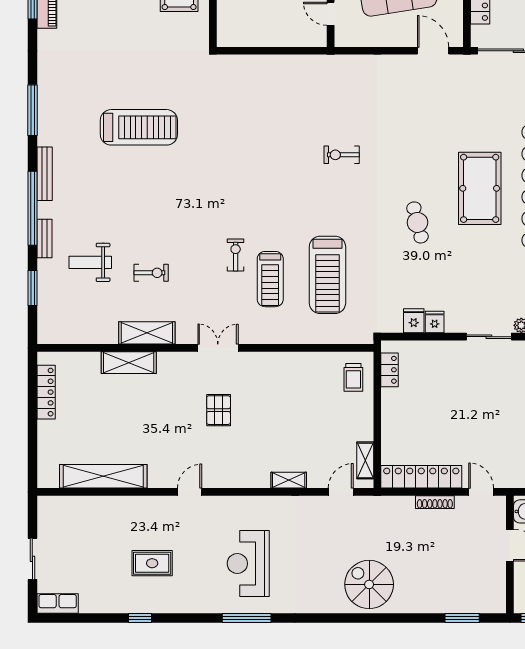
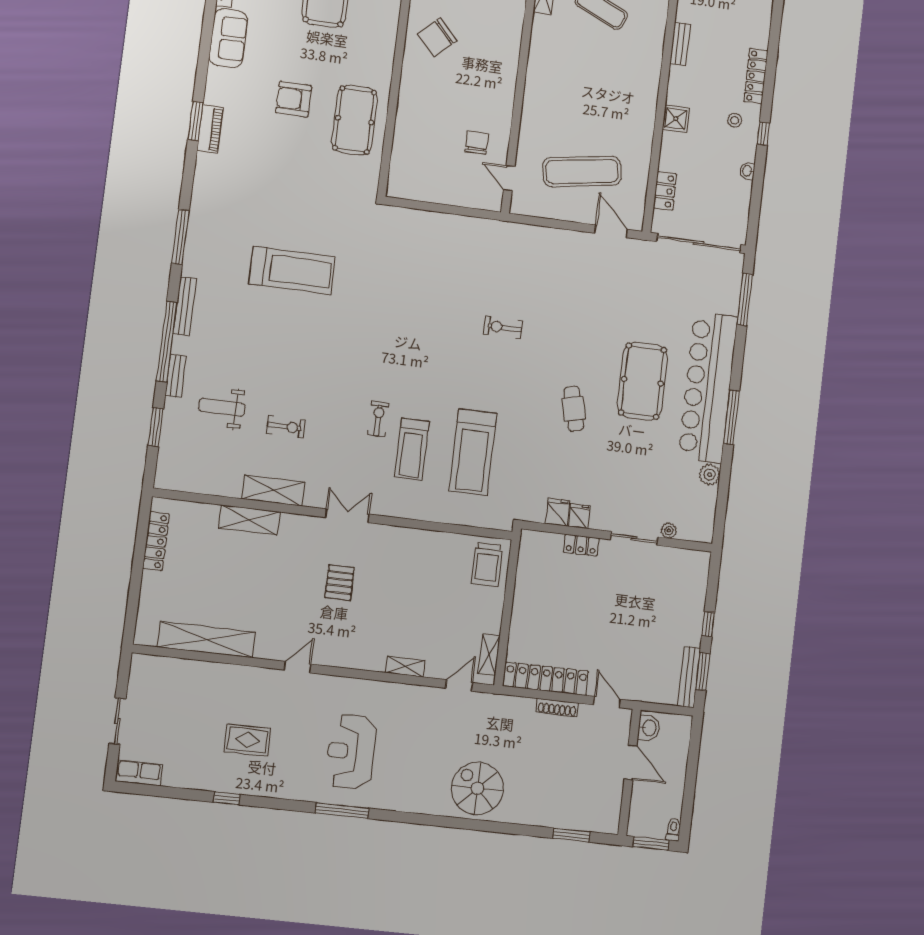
locker: (390, 370) -> (581, 545), moved, turned 90
trolley: (353, 377) -> (487, 564), width x1.36, depth x1.39

